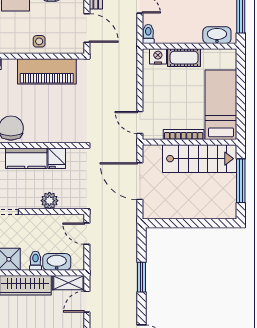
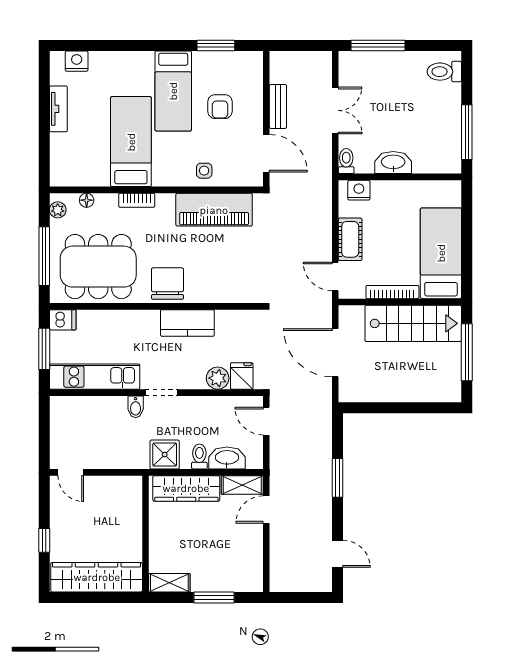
washbasin: (217, 35) -> (393, 163), moved
cot: (184, 58) -> (350, 239), moved, turned 90
fridge: (57, 158) -> (242, 376), moved, turned 180

